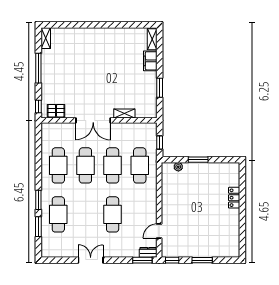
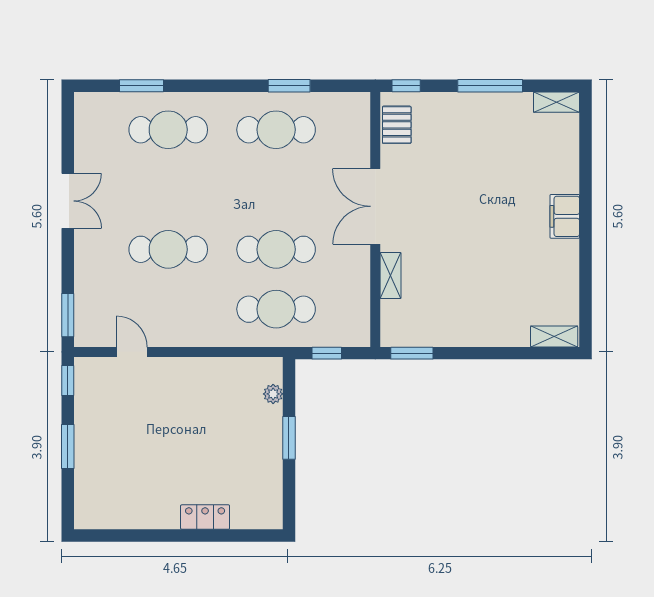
filing cabinet: (150, 61) -> (565, 216), moved, turned -90
window: (160, 88) -> (412, 353), moved
cafe table: (85, 165) -> (276, 190), removed
window: (38, 200) -> (289, 86), moved
dresser: (148, 252) -> (85, 328), removed

